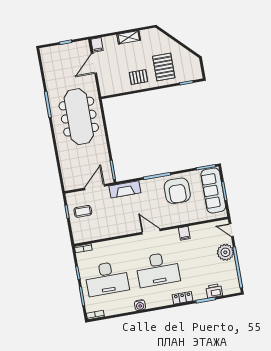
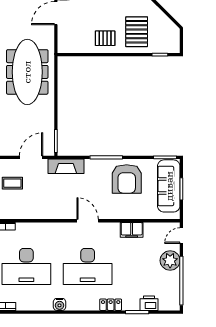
door: (231, 230) -> (181, 236), hinge flipped
filing cabinet: (184, 233) -> (132, 230), width x2.00

